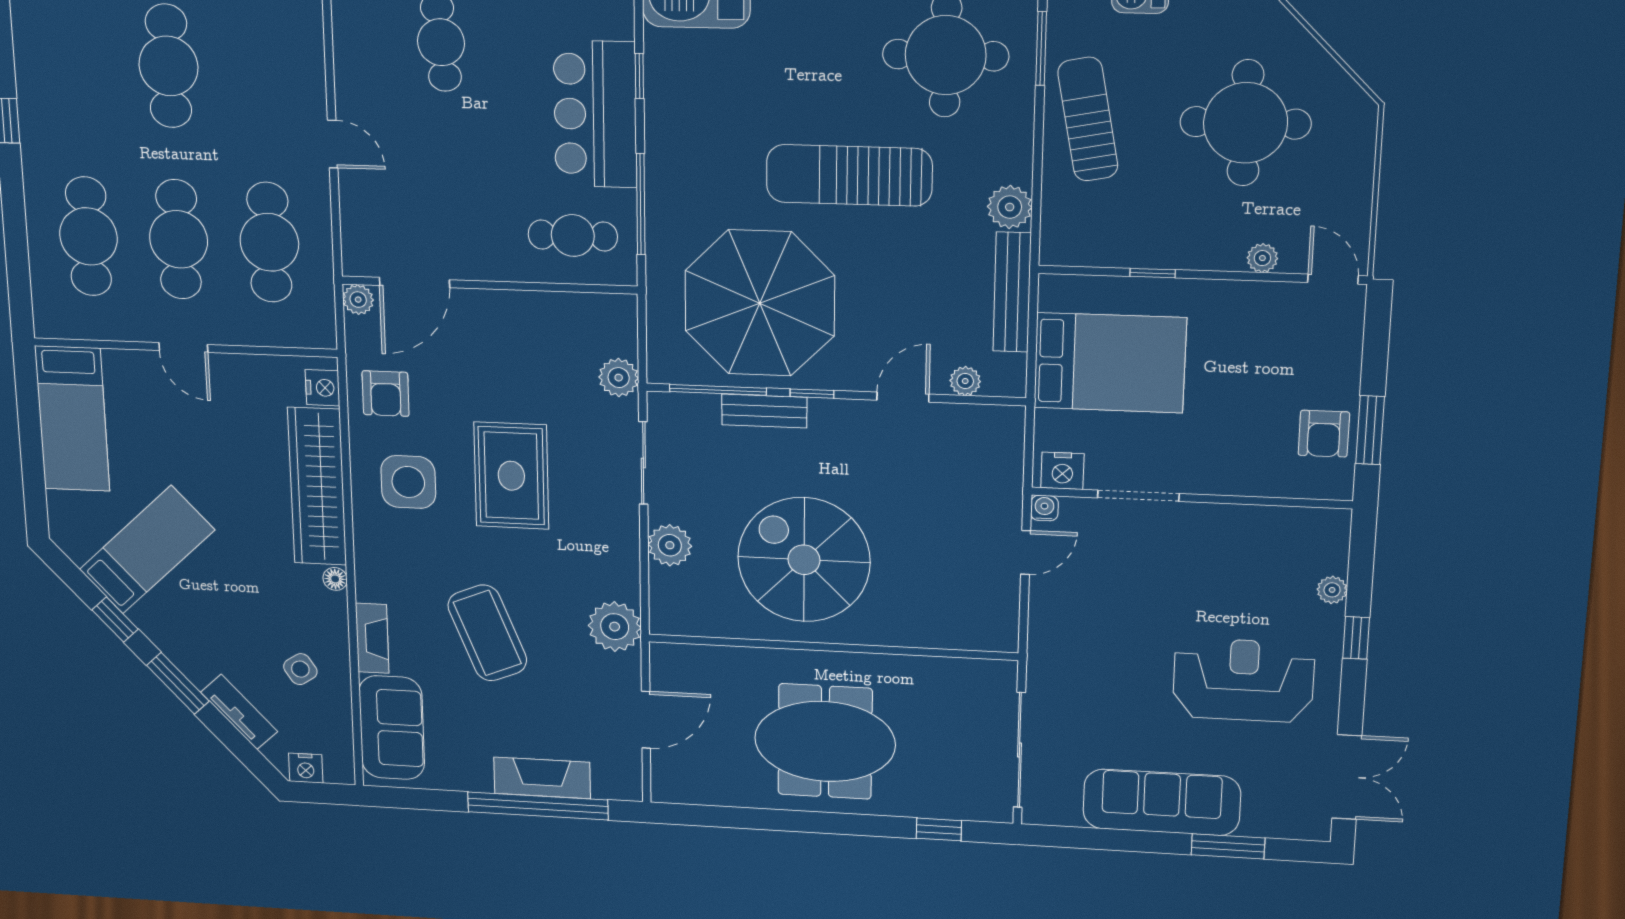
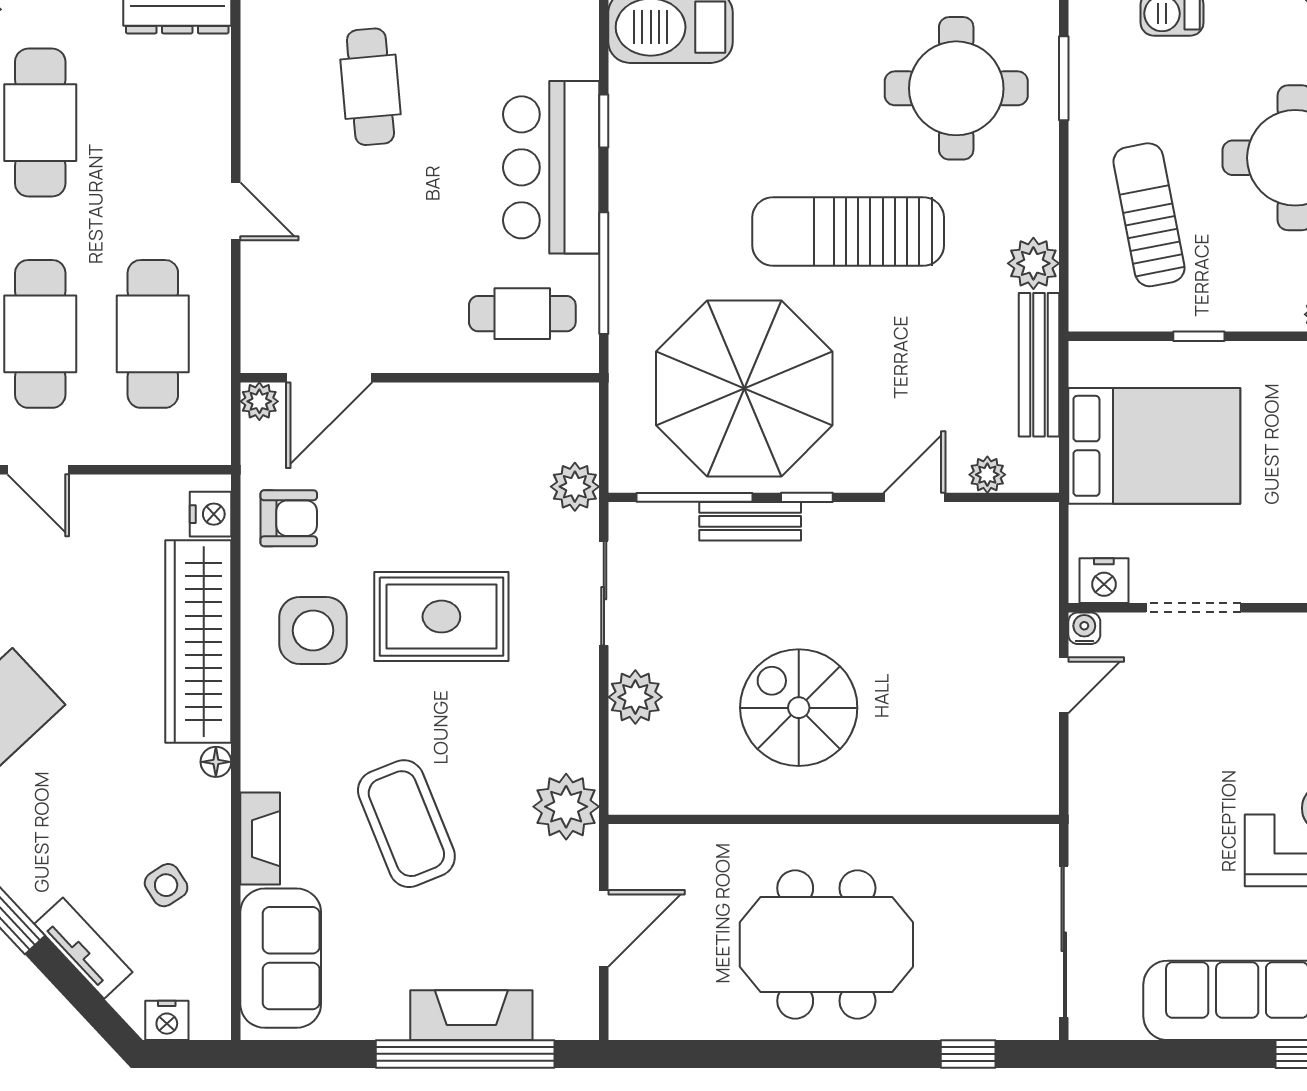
sun lounger: (1088, 119) -> (1149, 215), moved
armchair: (386, 394) -> (289, 518), turned -90
rug: (511, 476) -> (441, 617), turned 90
spiral stairs: (804, 560) -> (799, 708), width x0.73, depth x0.73

